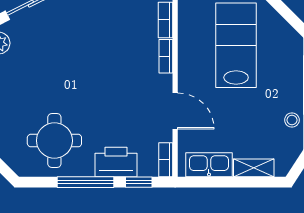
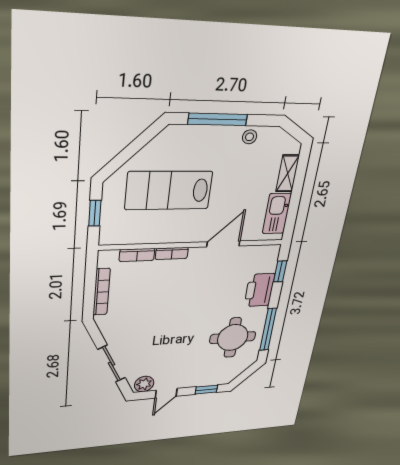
bookcase: (166, 160) -> (265, 250), removed
window: (85, 182) -> (268, 329), moved

